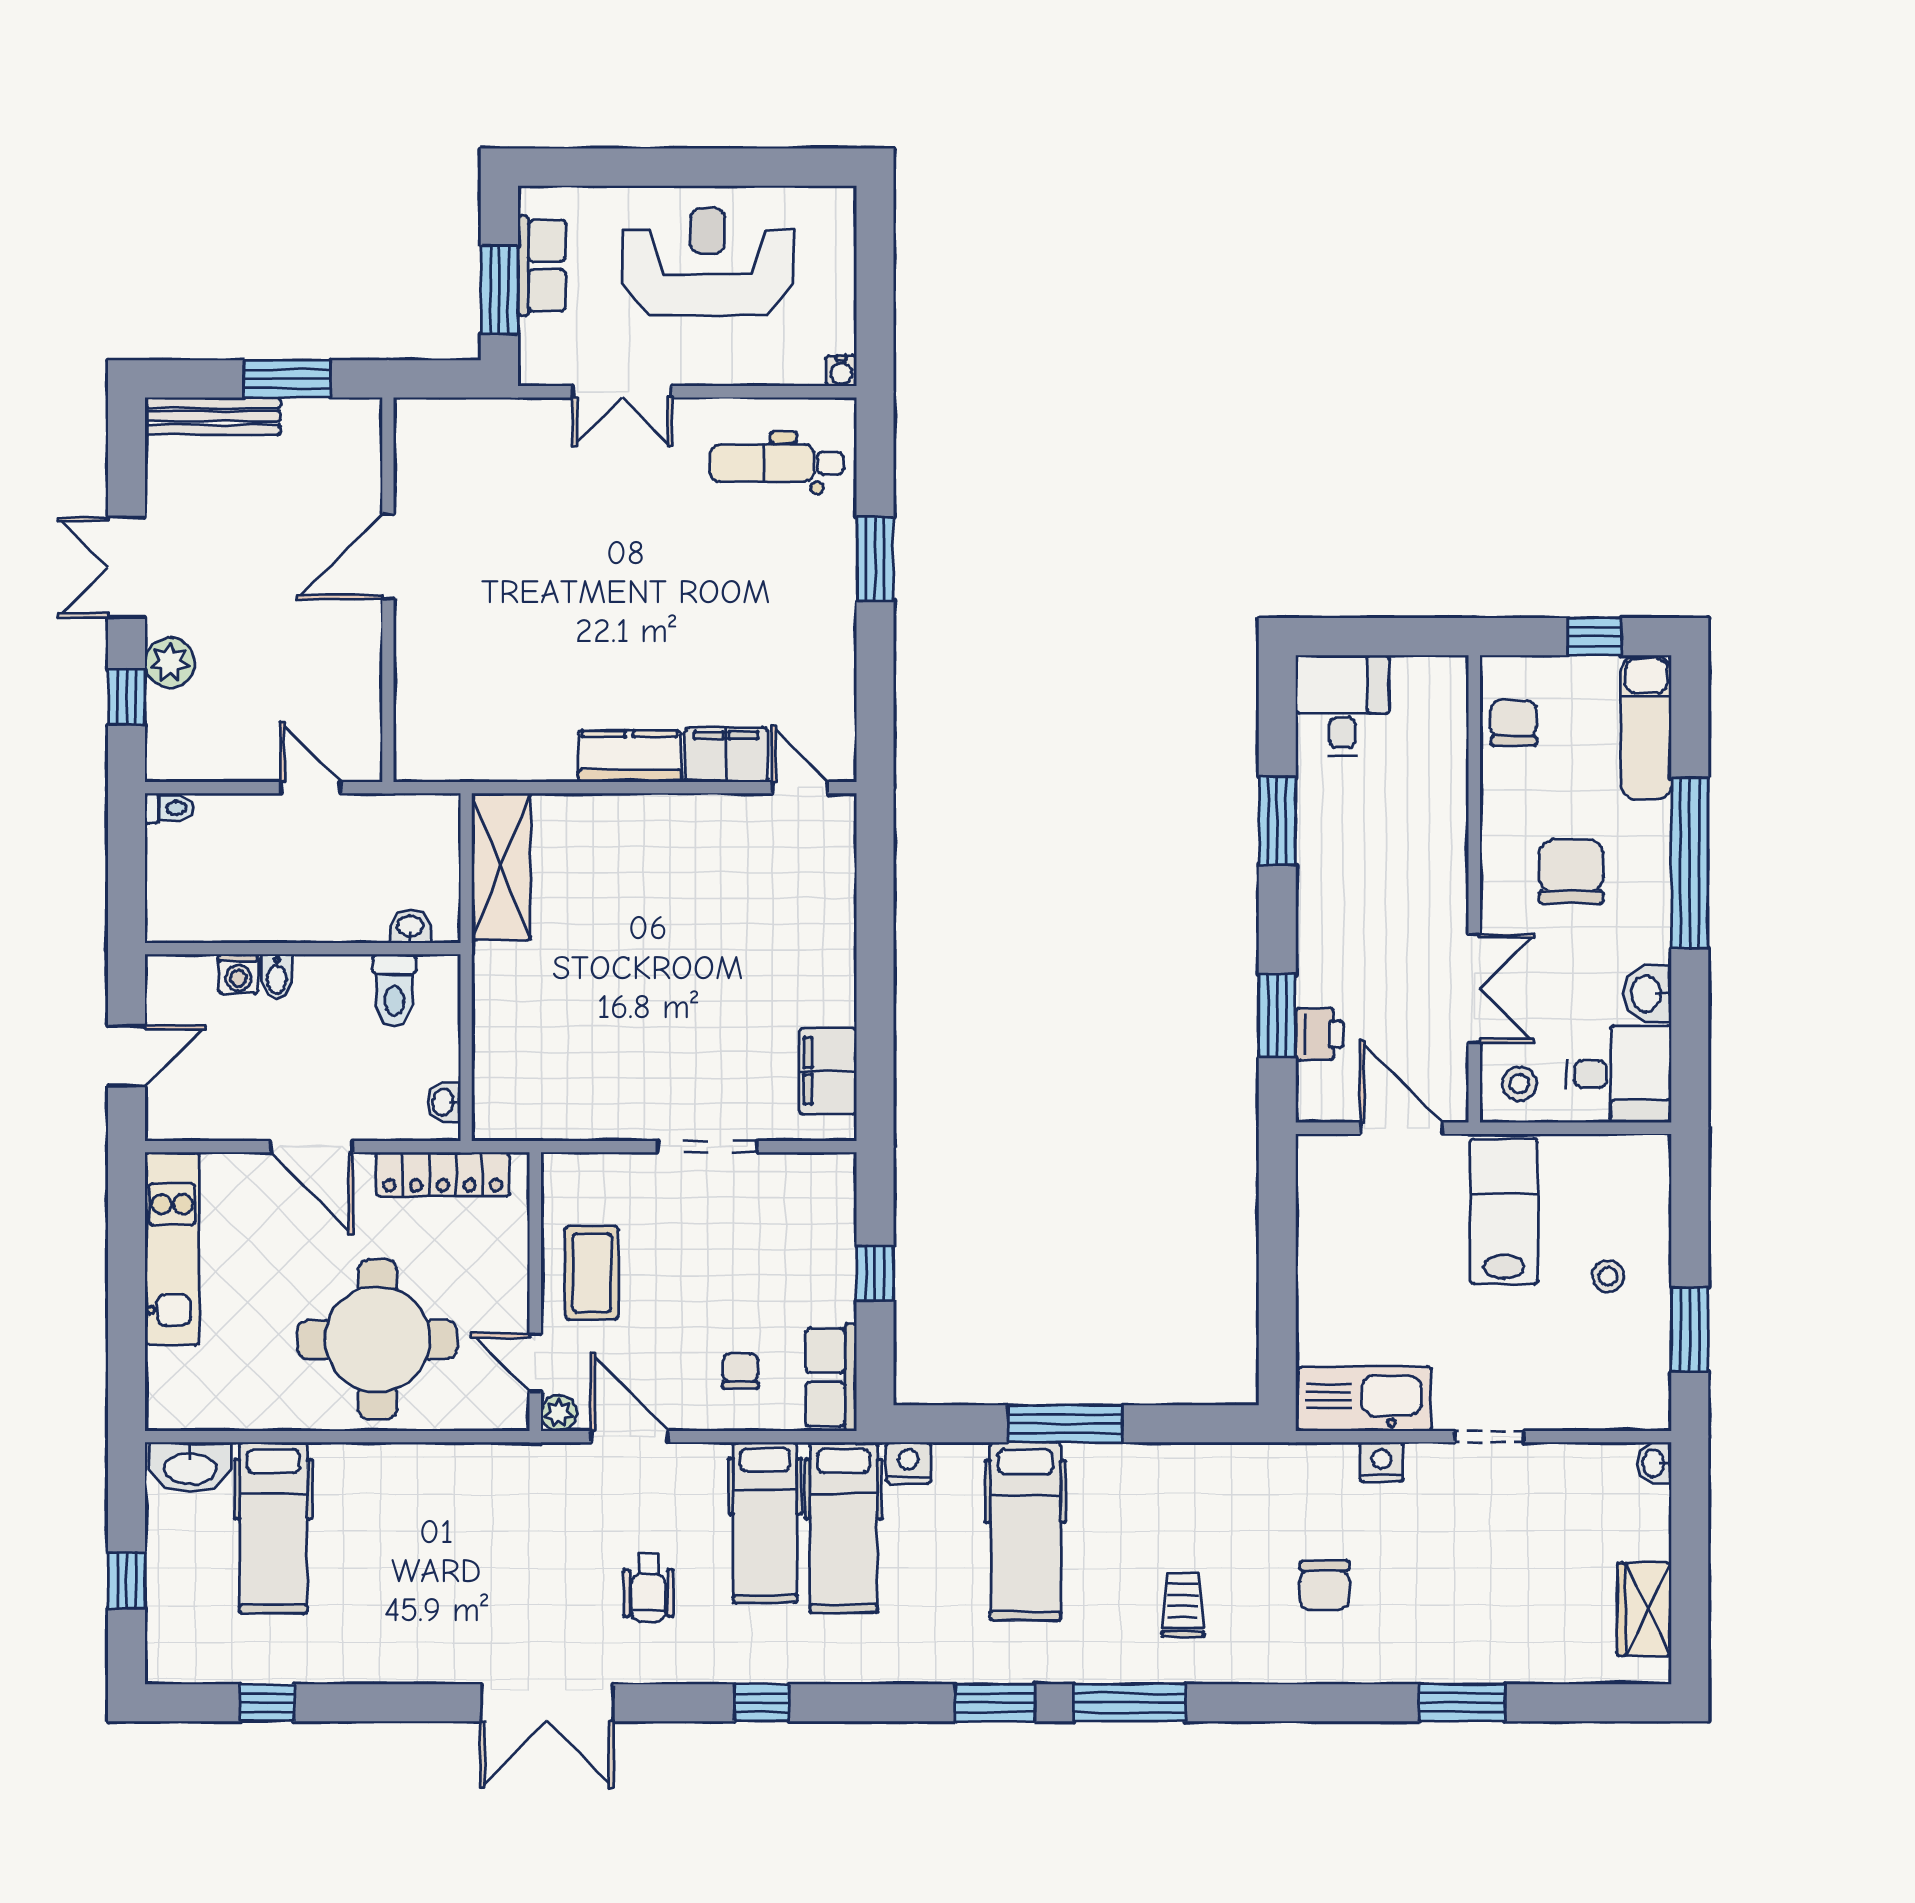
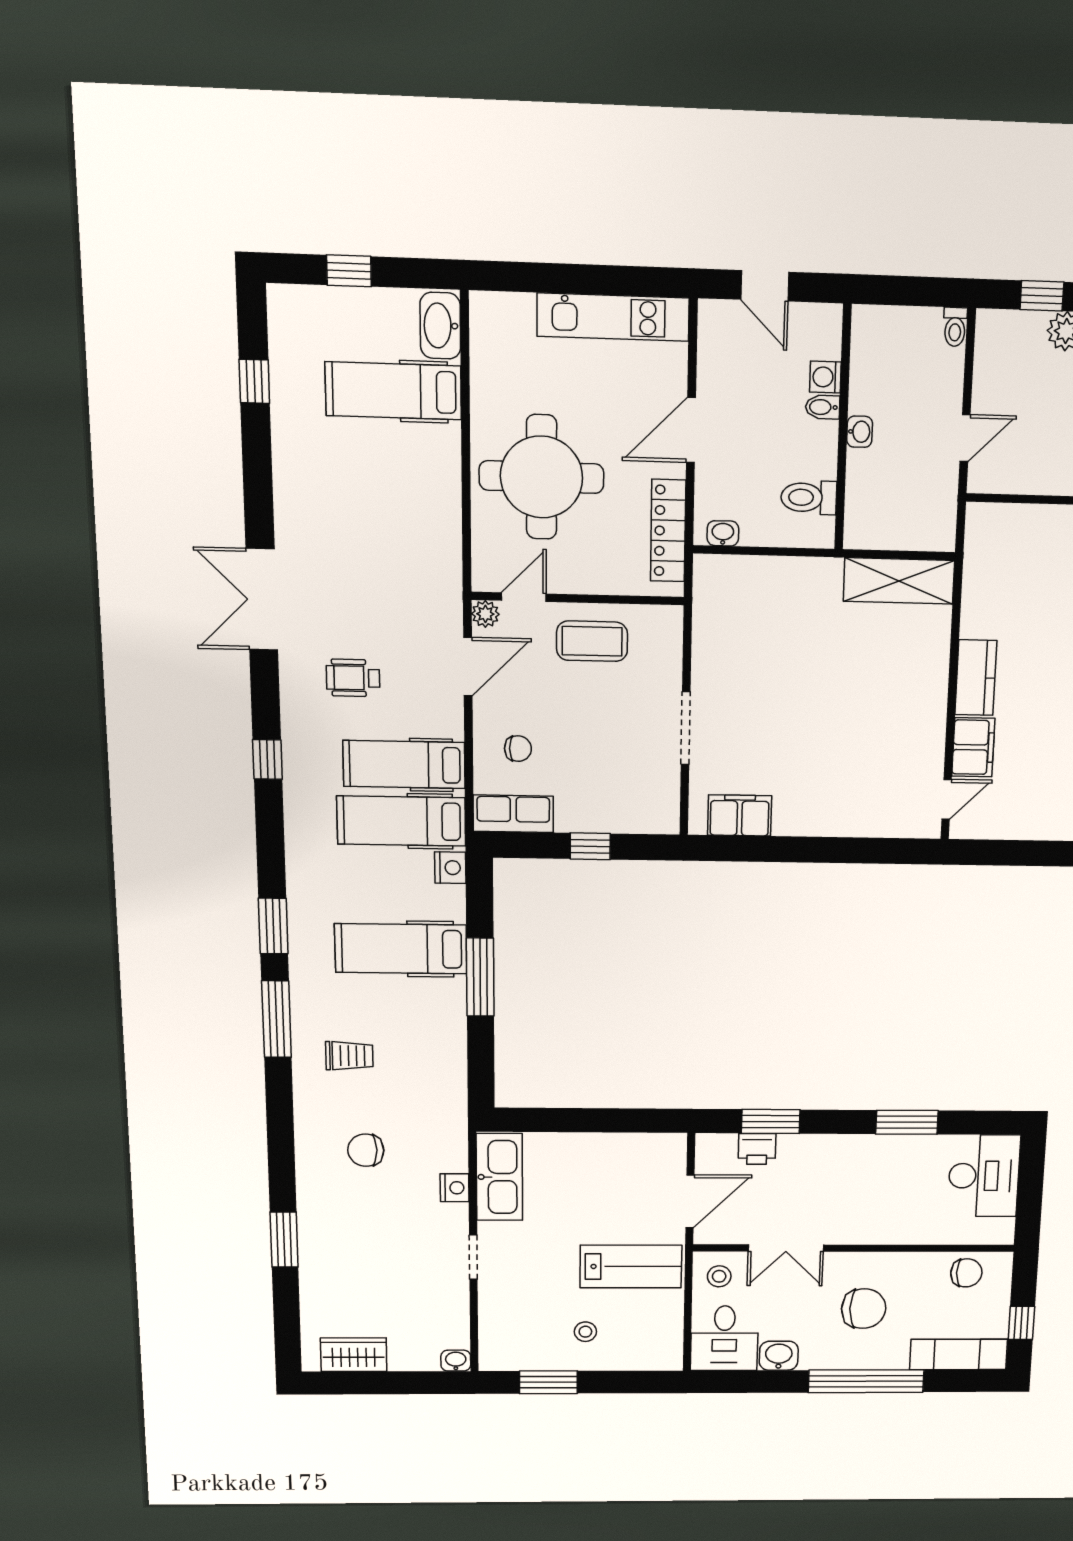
desk: (1342, 705) -> (984, 1176), width x1.37
washbasin: (410, 927) -> (860, 432), moved

